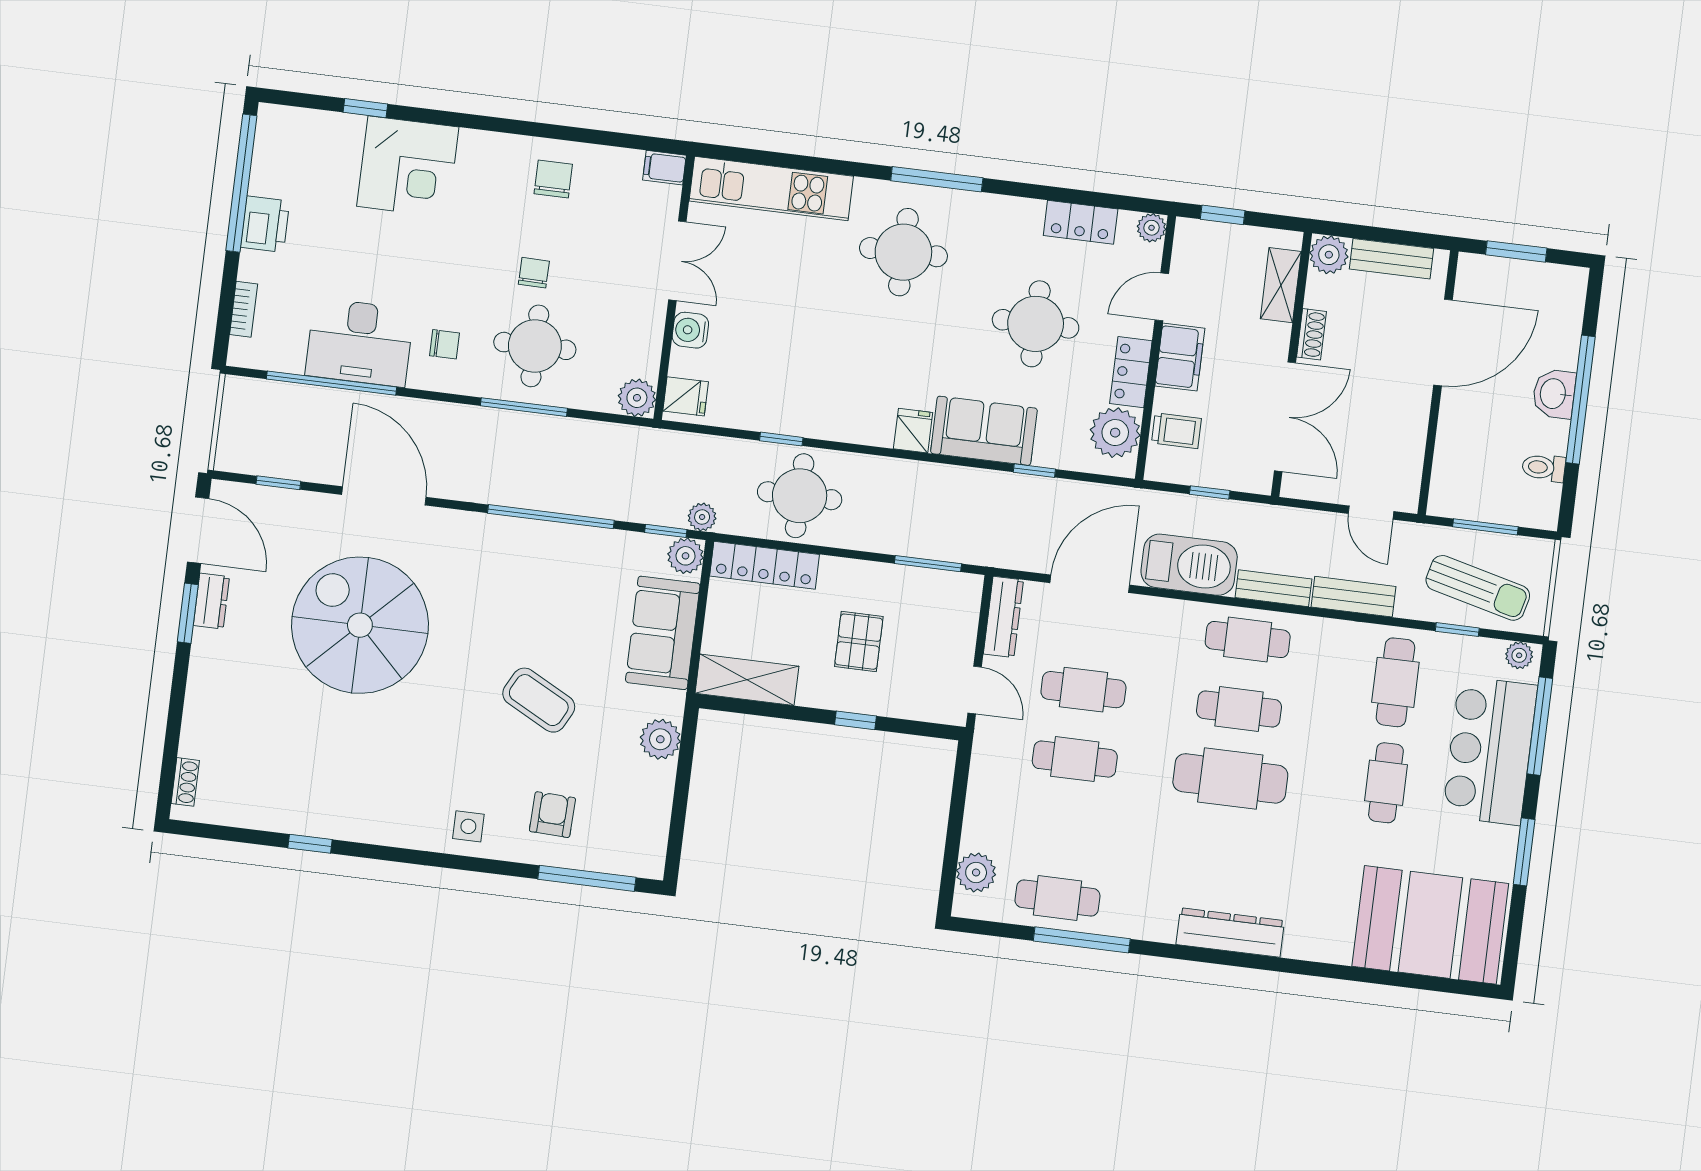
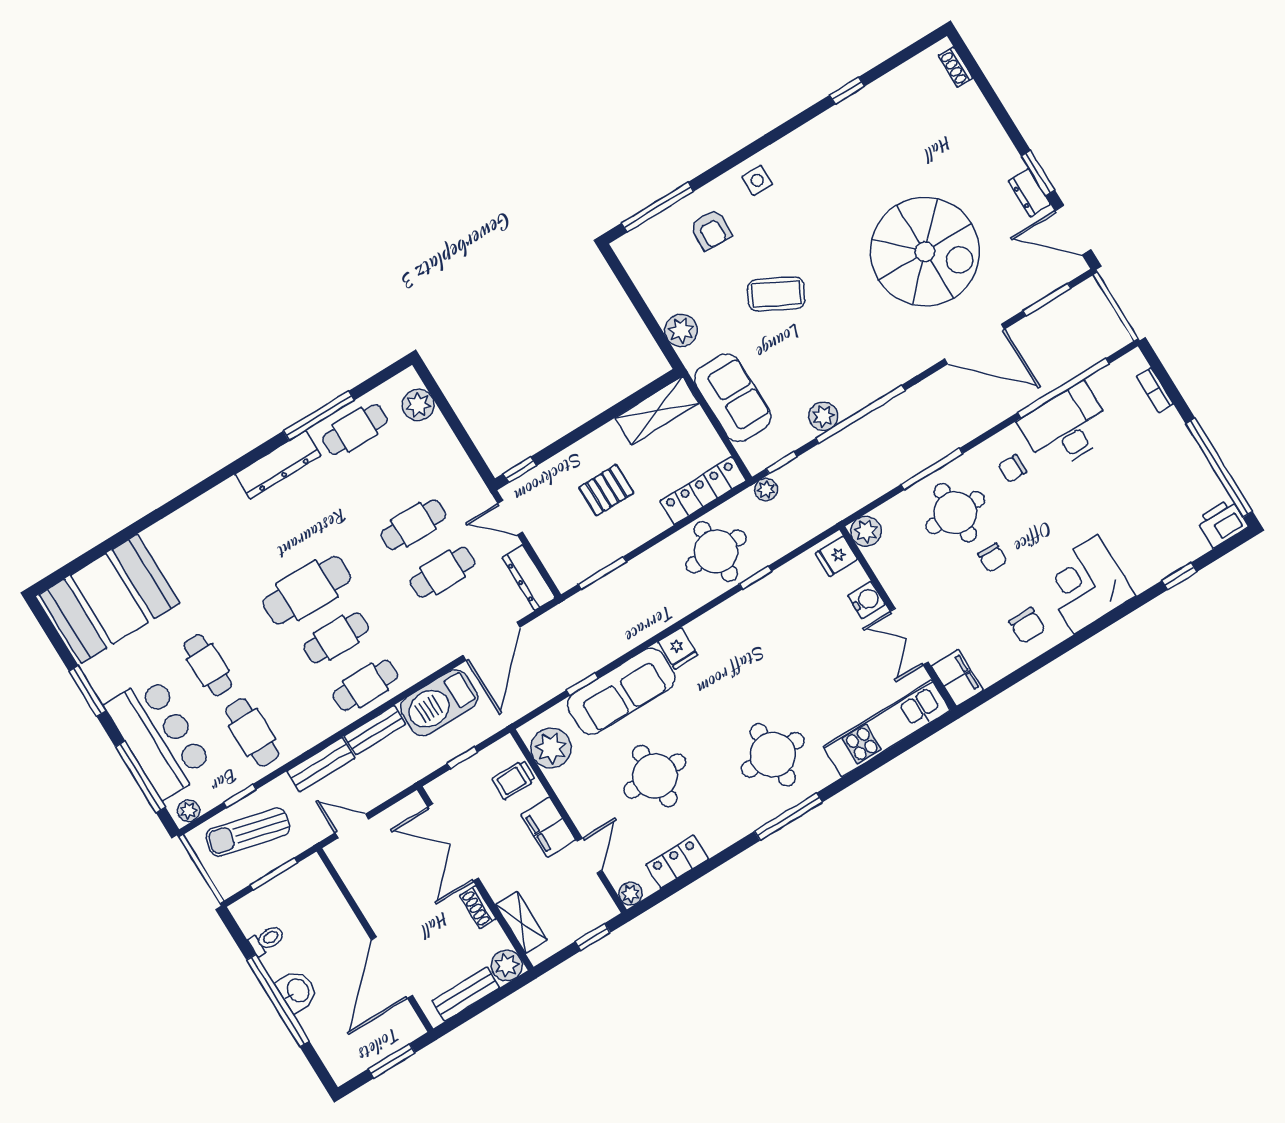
corner desk: (408, 167) -> (1086, 584), moved
filing cabinet: (665, 168) -> (957, 678), width x2.00
printer: (265, 224) -> (1222, 523), moved, turned 90
locker: (1131, 372) -> (571, 793), removed
sofa: (984, 431) -> (621, 691), width x1.36
window: (278, 483) -> (1047, 300), width x1.50
plant: (686, 556) -> (823, 416), moved
pallet: (859, 642) -> (606, 490), turned 90
window: (856, 720) -> (520, 470), moved
dresser: (1230, 933) -> (278, 465), moved

